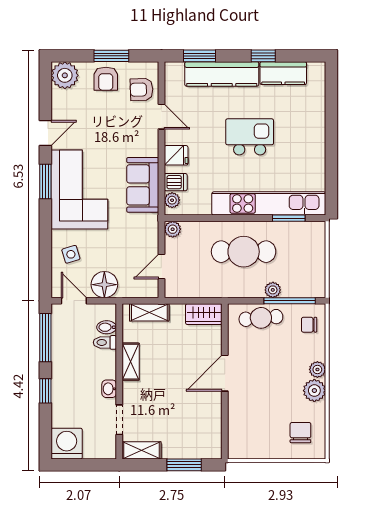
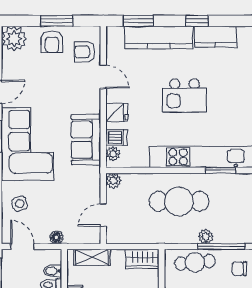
kitchen island: (250, 137) -> (184, 95), turned 180
floor lamp: (104, 285) -> (56, 237), width x0.53, depth x0.53

